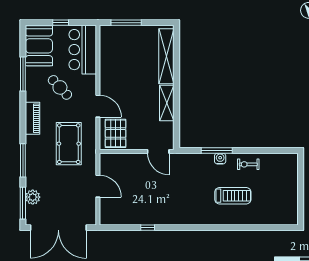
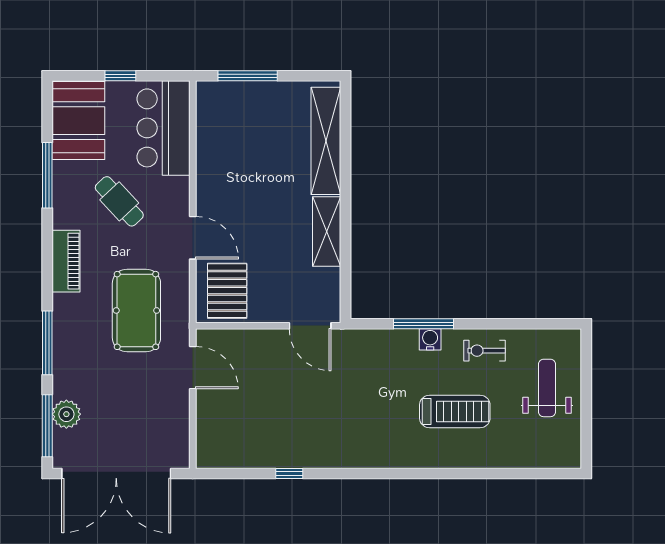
weight bench: (280, 184) -> (547, 388), added
door: (98, 186) -> (193, 368), moved

